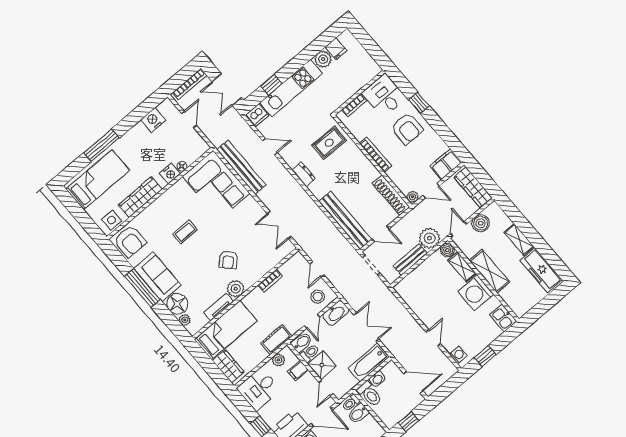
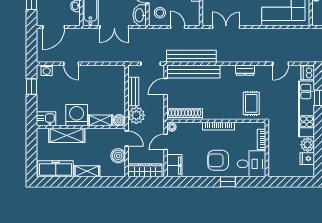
bench: (241, 167) -> (191, 56), moved
shelving: (489, 271) -> (67, 135), moved

